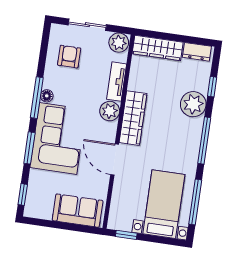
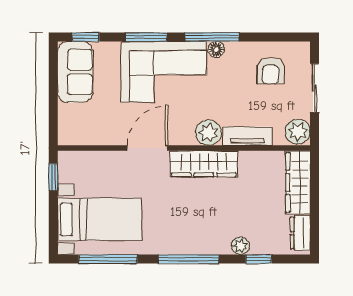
armchair: (69, 57) -> (271, 71), turned 90
plant: (193, 104) -> (240, 246), width x0.53, depth x0.53
sofa: (78, 211) -> (75, 72), moved

